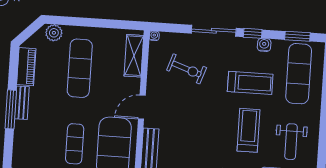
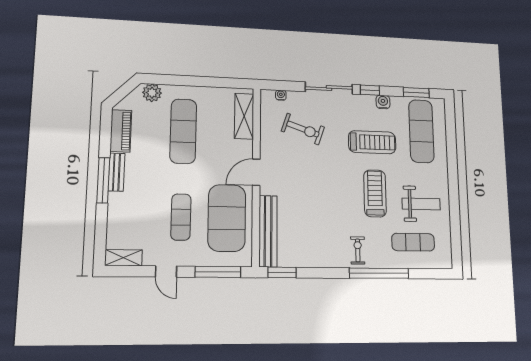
water cooler: (154, 36) -> (281, 95), moved
weight bench: (291, 142) -> (421, 204), turned -90

